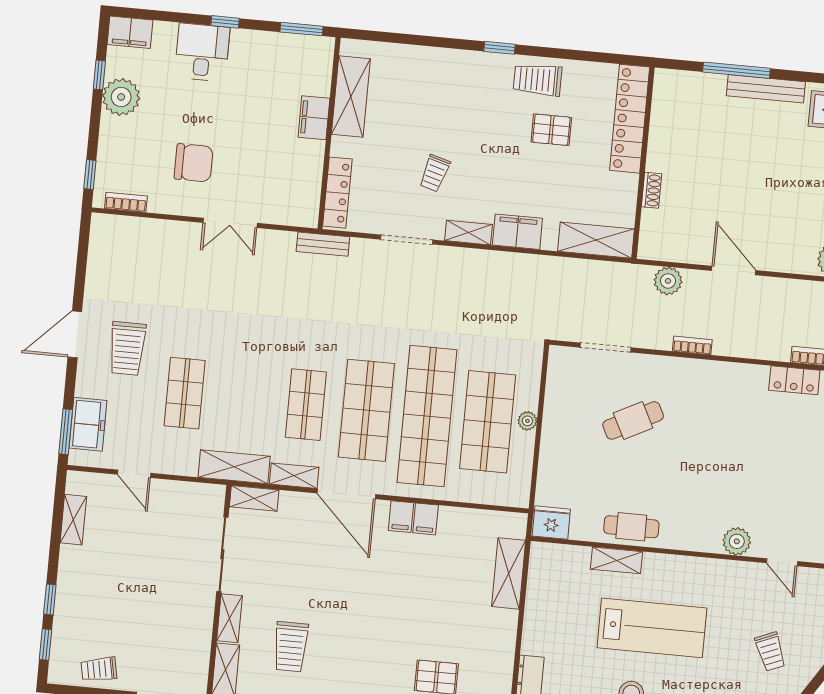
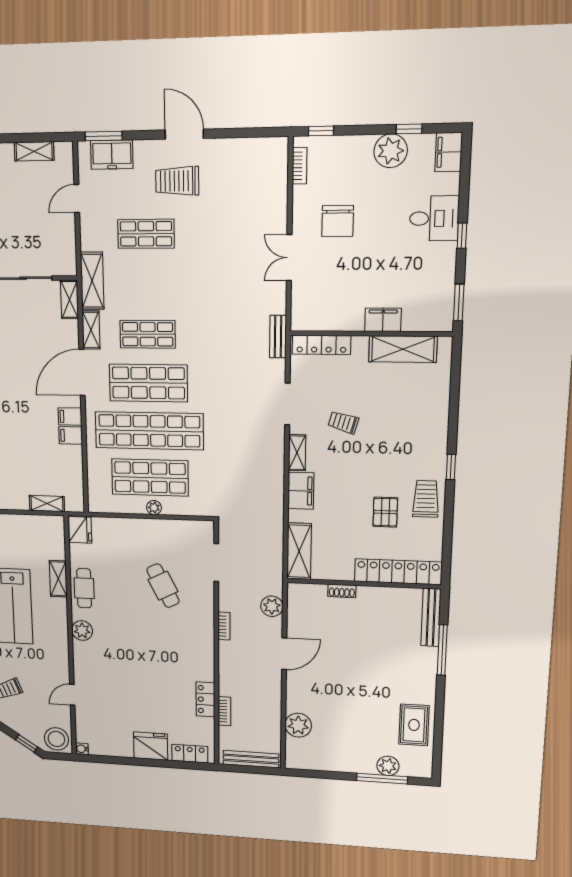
bench: (766, 89) -> (431, 617), moved
plant: (737, 541) -> (82, 631), moved
shelving: (509, 573) -> (47, 503), width x0.67, depth x0.75

